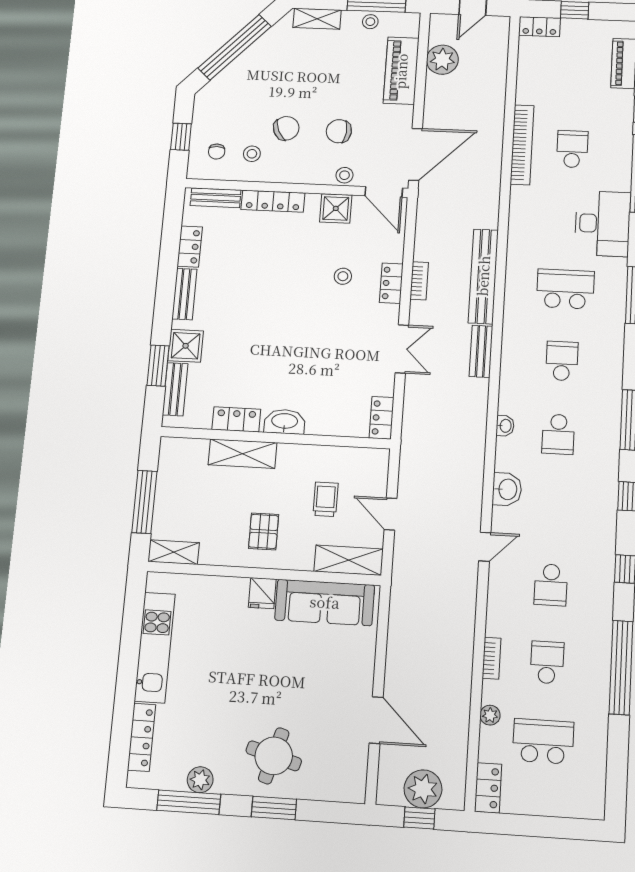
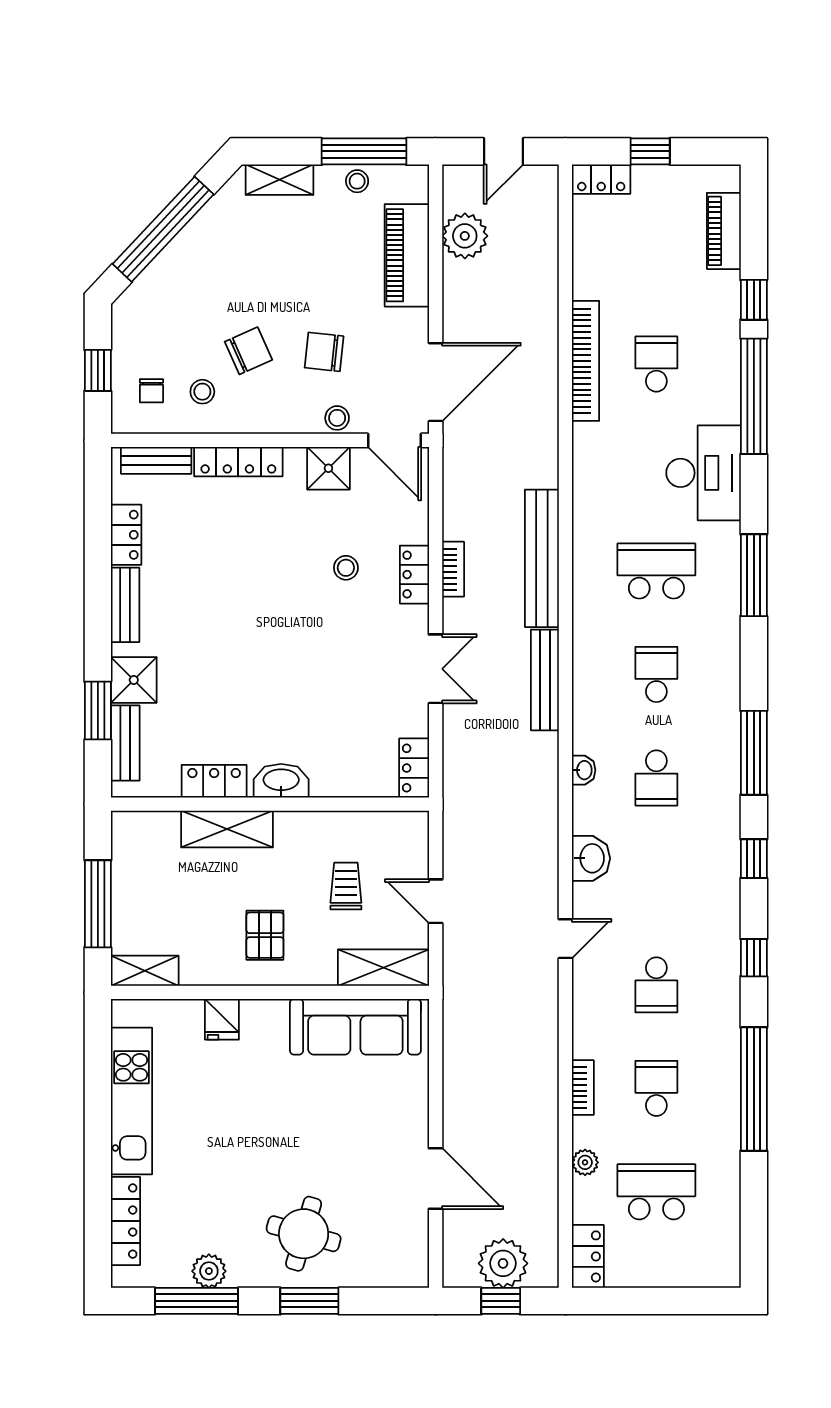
bench: (481, 351) -> (545, 680), width x1.36
fridge: (262, 593) -> (222, 1019), moved

